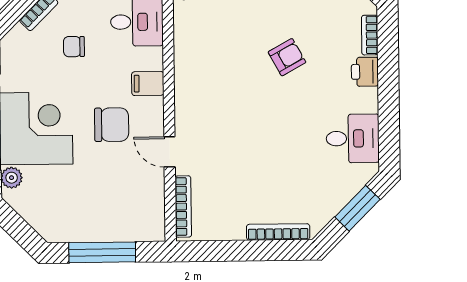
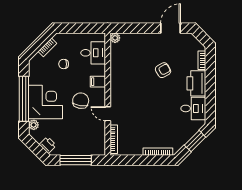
printer: (365, 72) -> (196, 83), width x1.87, depth x1.48
chair: (112, 125) -> (81, 101), turned -81
printer: (42, 220) -> (48, 145), added

